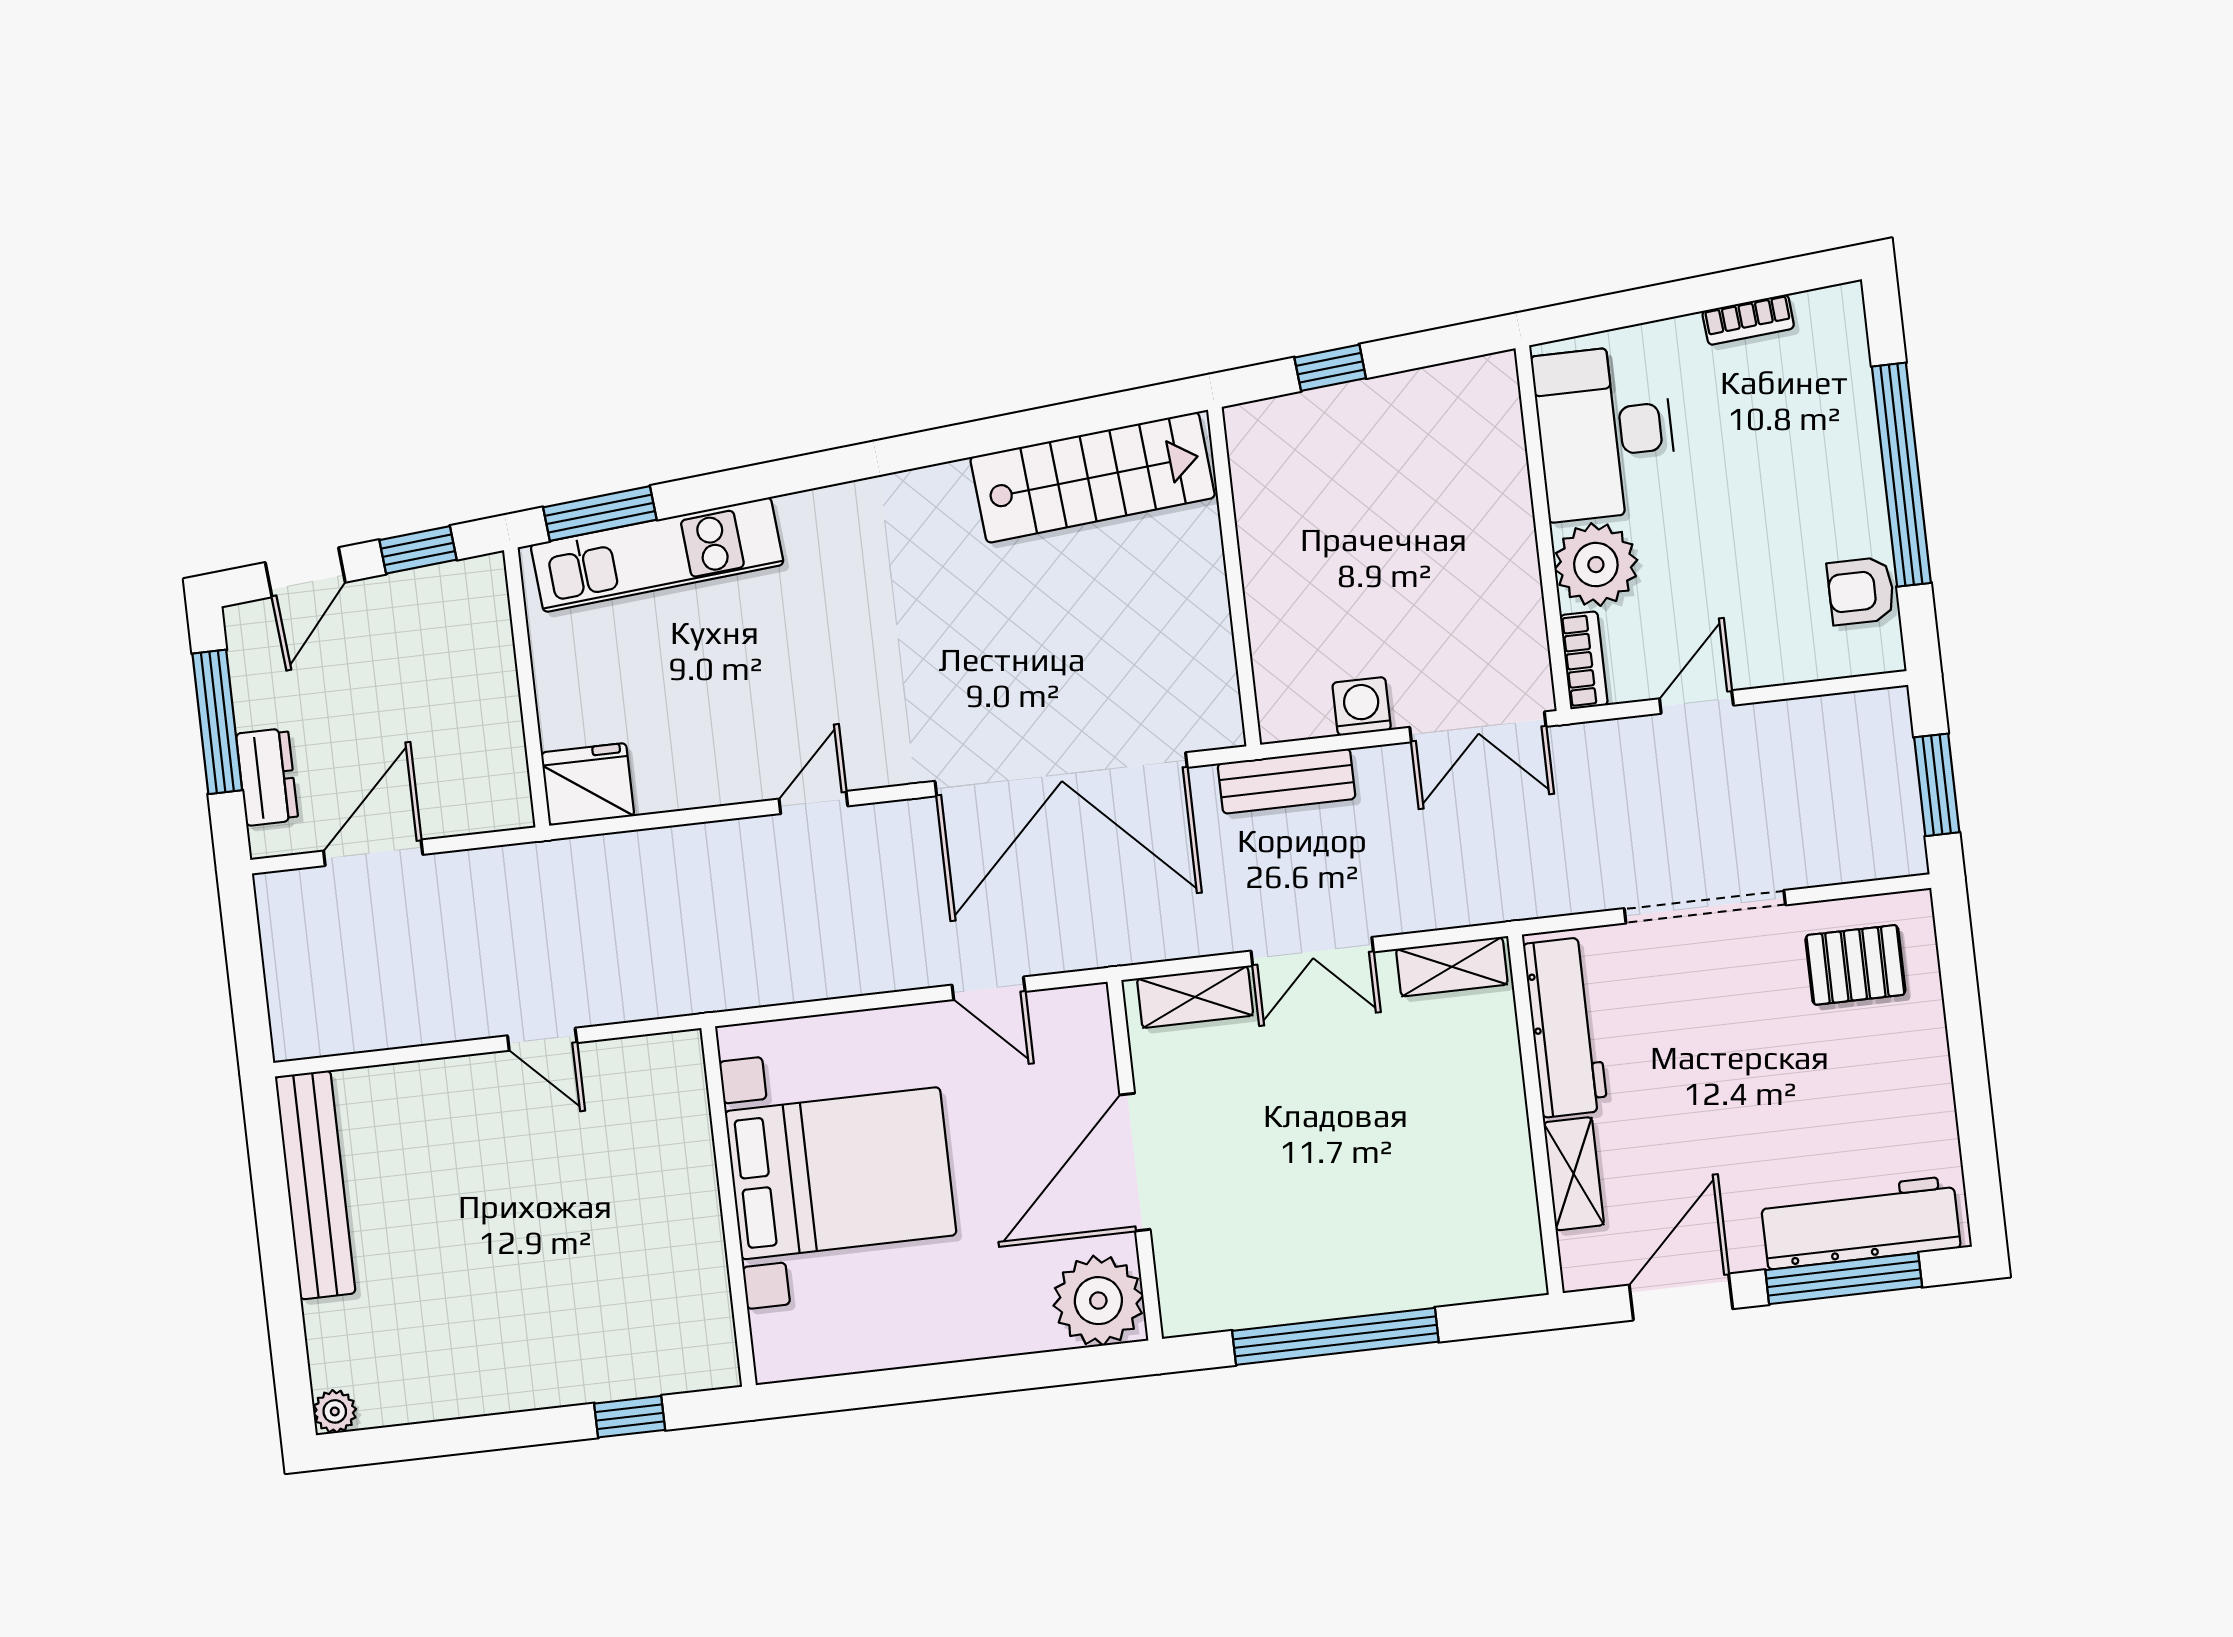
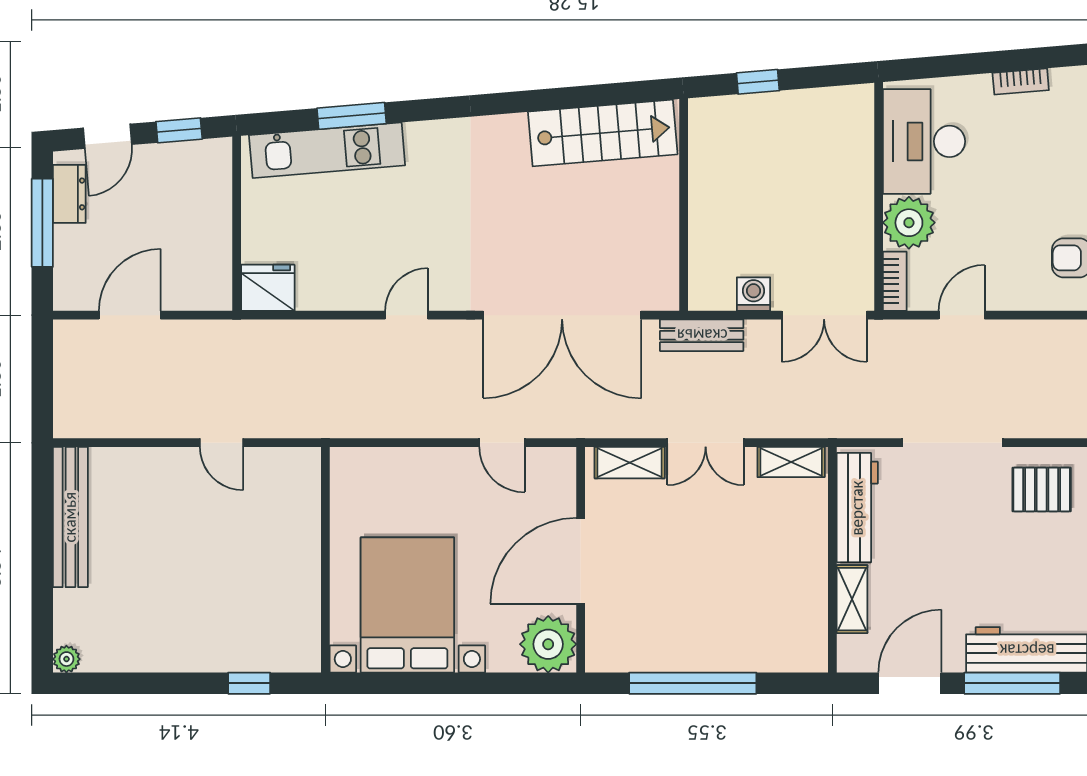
window: (600, 514) -> (352, 116), moved
dresser: (267, 777) -> (69, 194), moved
bed with nightstands: (841, 1173) -> (407, 605), moved, turned -90

